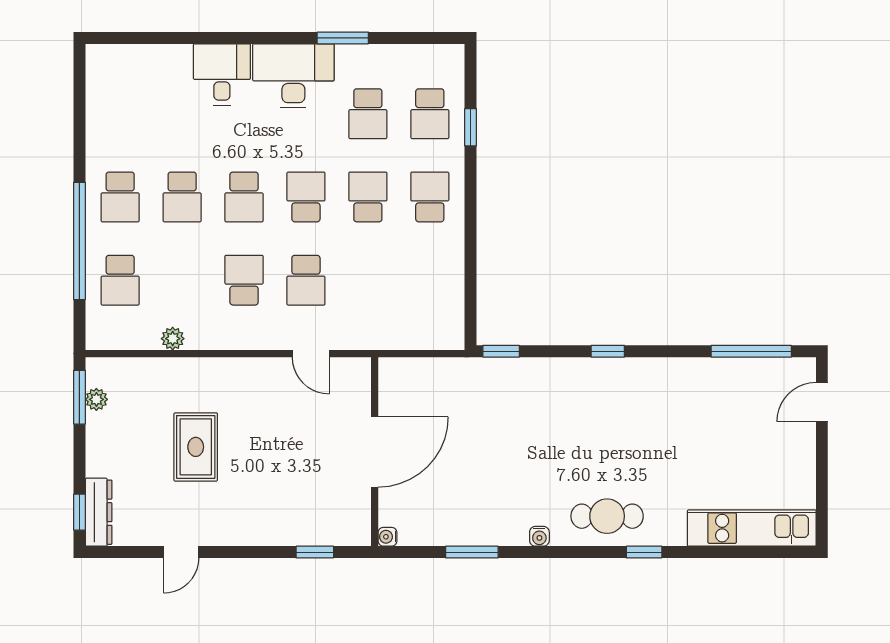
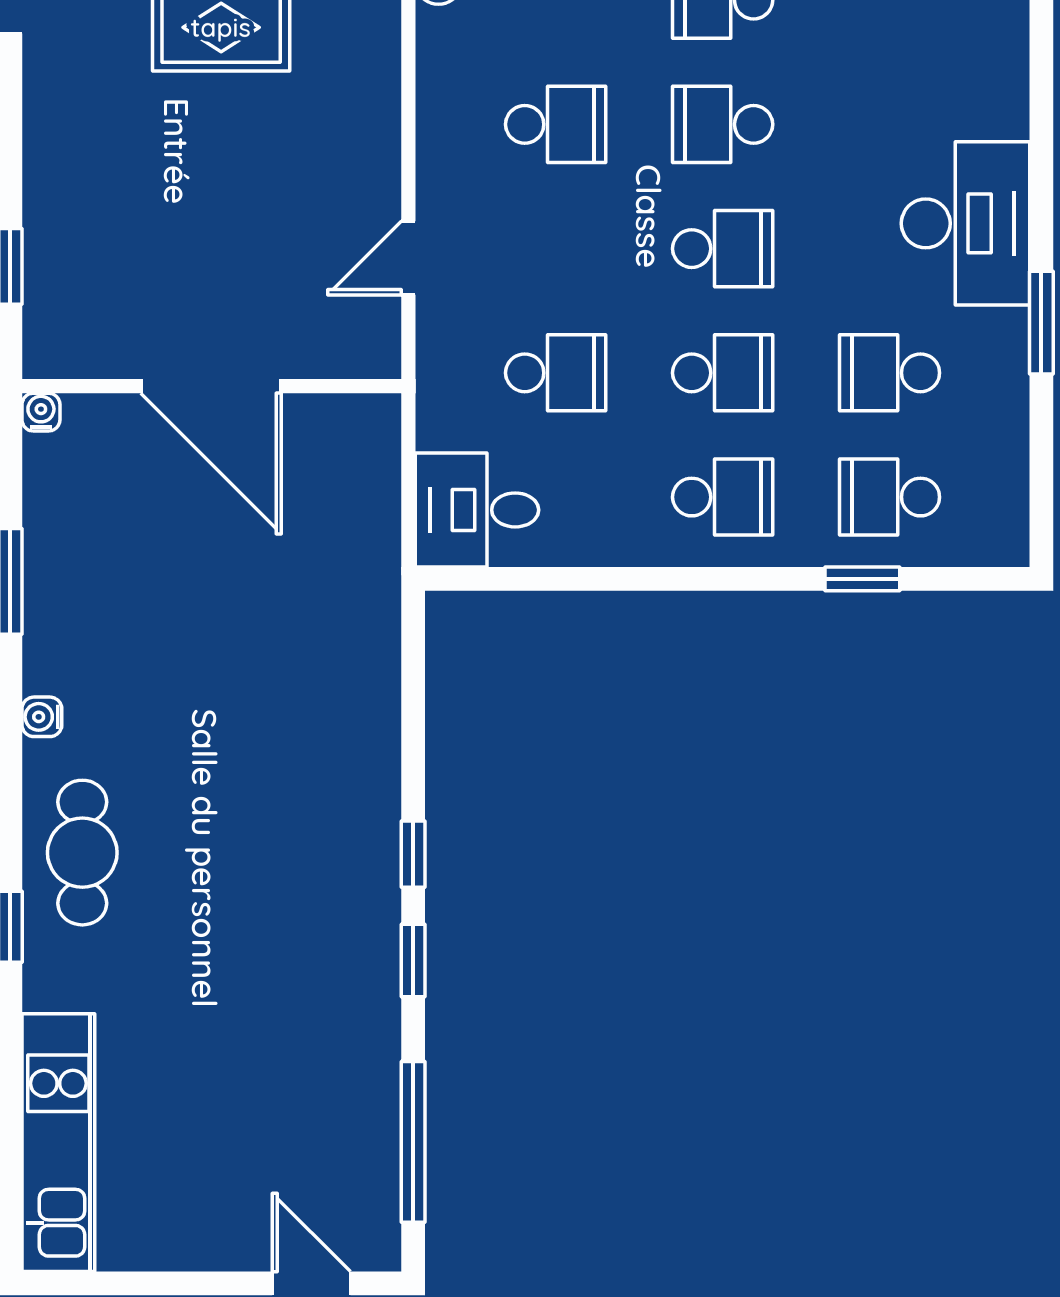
desk: (222, 74) -> (477, 510), moved, turned 180
school desk: (306, 280) -> (556, 373), moved, turned 180
window: (501, 351) -> (413, 960), moved

